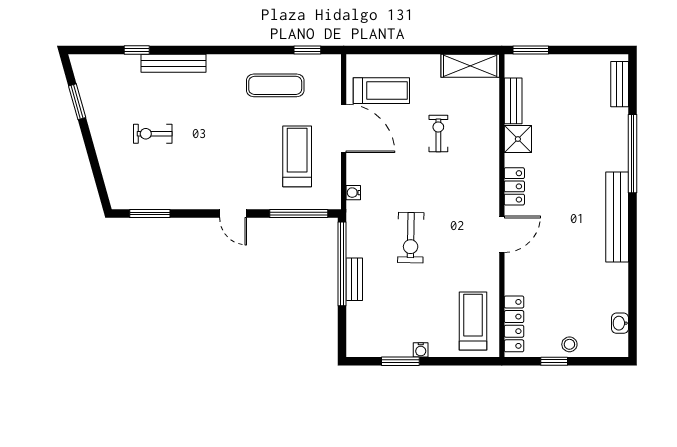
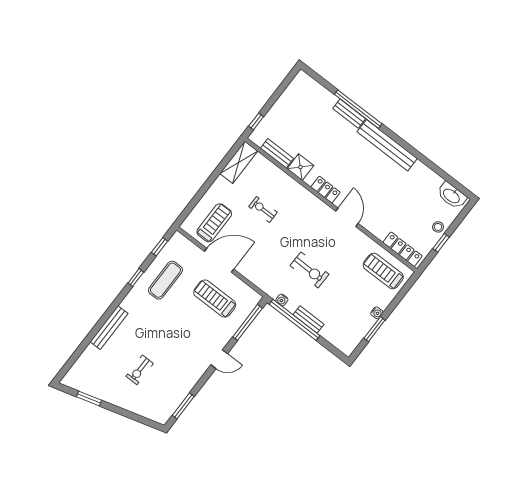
window: (137, 50) -> (136, 278), moved
window: (531, 50) -> (256, 121), width x0.67
bench: (620, 84) -> (349, 114), moved
water cooler: (353, 193) -> (282, 300), moved
washbasin: (620, 323) -> (452, 196), width x1.91, depth x1.45

